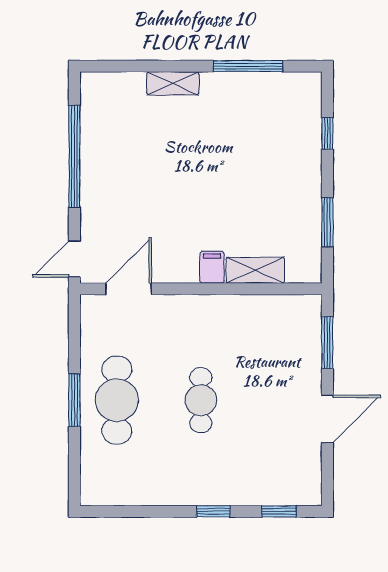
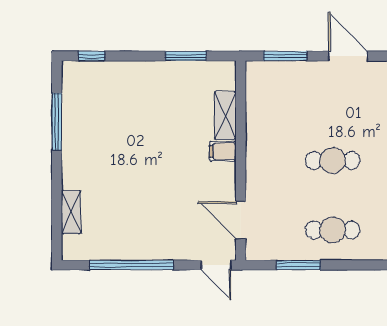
shelving: (173, 83) -> (71, 212), moved
window: (327, 133) -> (92, 56), moved
window: (74, 400) -> (298, 265), moved
cafe table: (117, 400) -> (333, 230), width x0.73, depth x0.74

